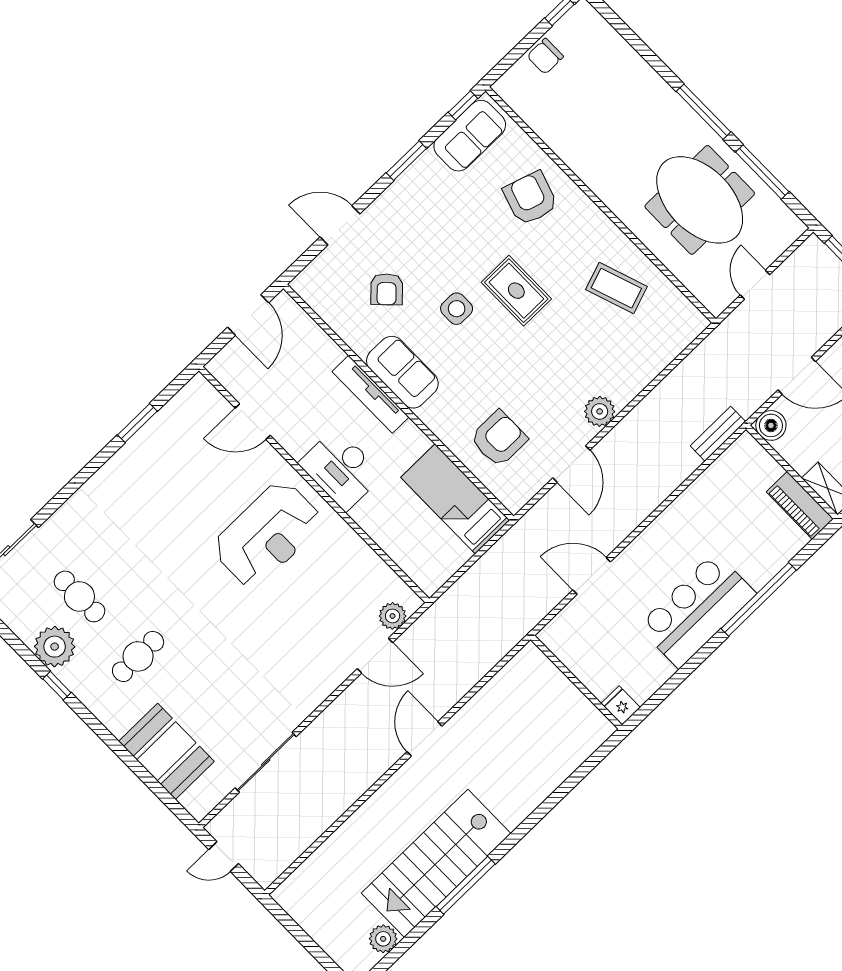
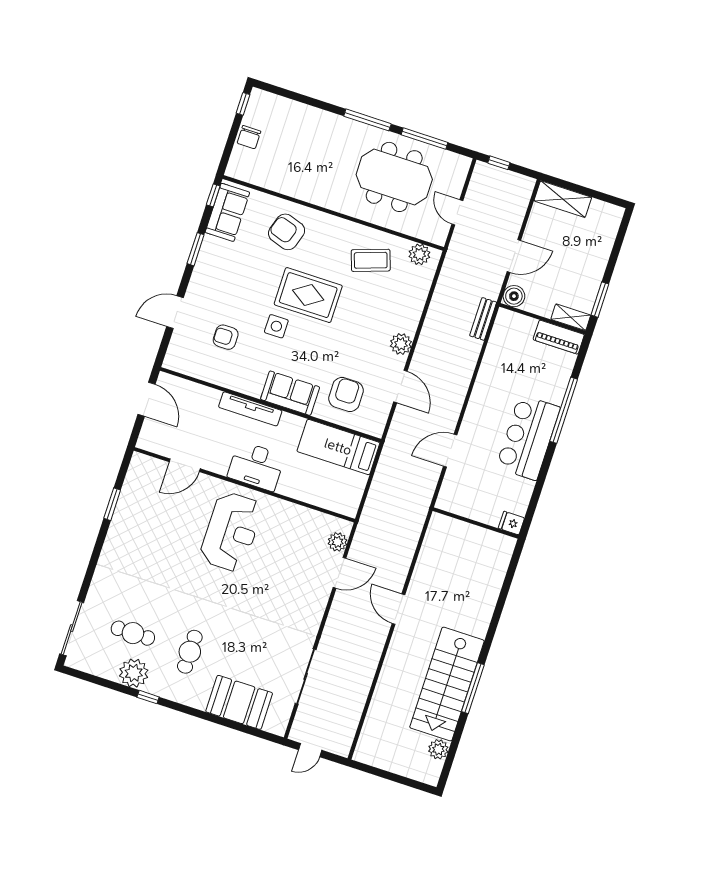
armchair: (387, 289) -> (226, 337), turned 135
rug: (516, 291) -> (308, 295), width x1.36, depth x1.43
plant: (681, 312) -> (419, 254), added
sofa: (402, 372) -> (290, 393), moved

